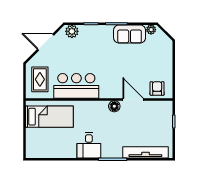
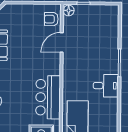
floor lamp: (114, 106) -> (69, 10), moved
tv unit: (145, 152) -> (113, 31), removed

